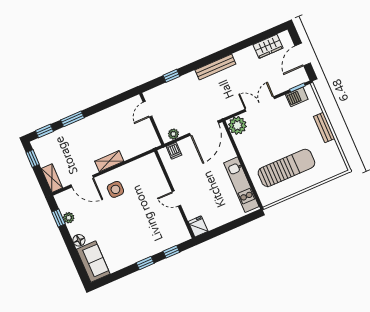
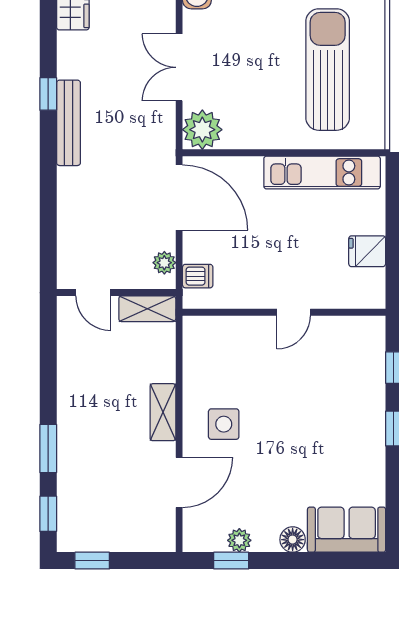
window: (171, 76) -> (48, 94), moved
shelving: (52, 178) -> (147, 309), moved
fridge: (198, 226) -> (367, 251), moved

